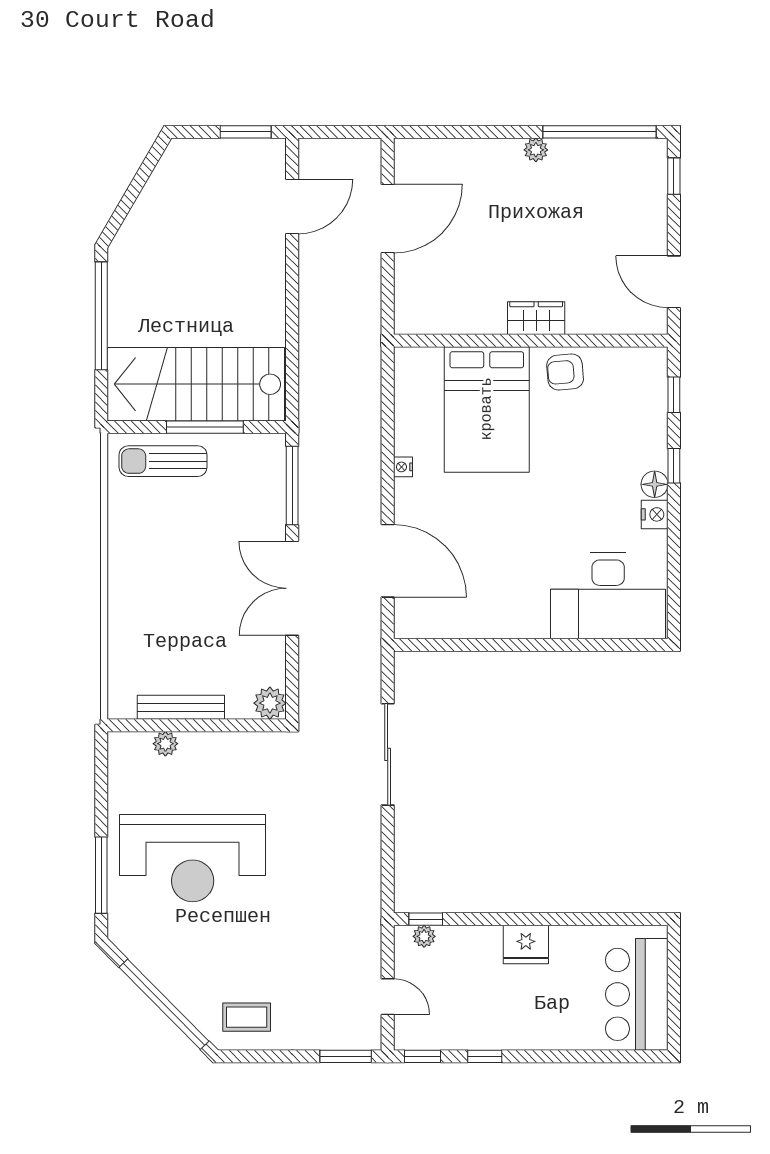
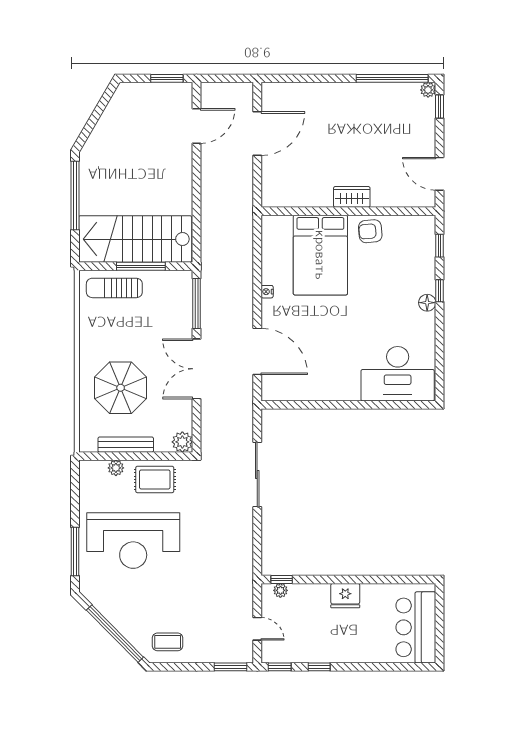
plant: (536, 150) -> (428, 90), moved
nightstand: (655, 514) -> (427, 322), removed
parasol: (173, 618) -> (121, 388), added
rug: (227, 762) -> (155, 479), added

